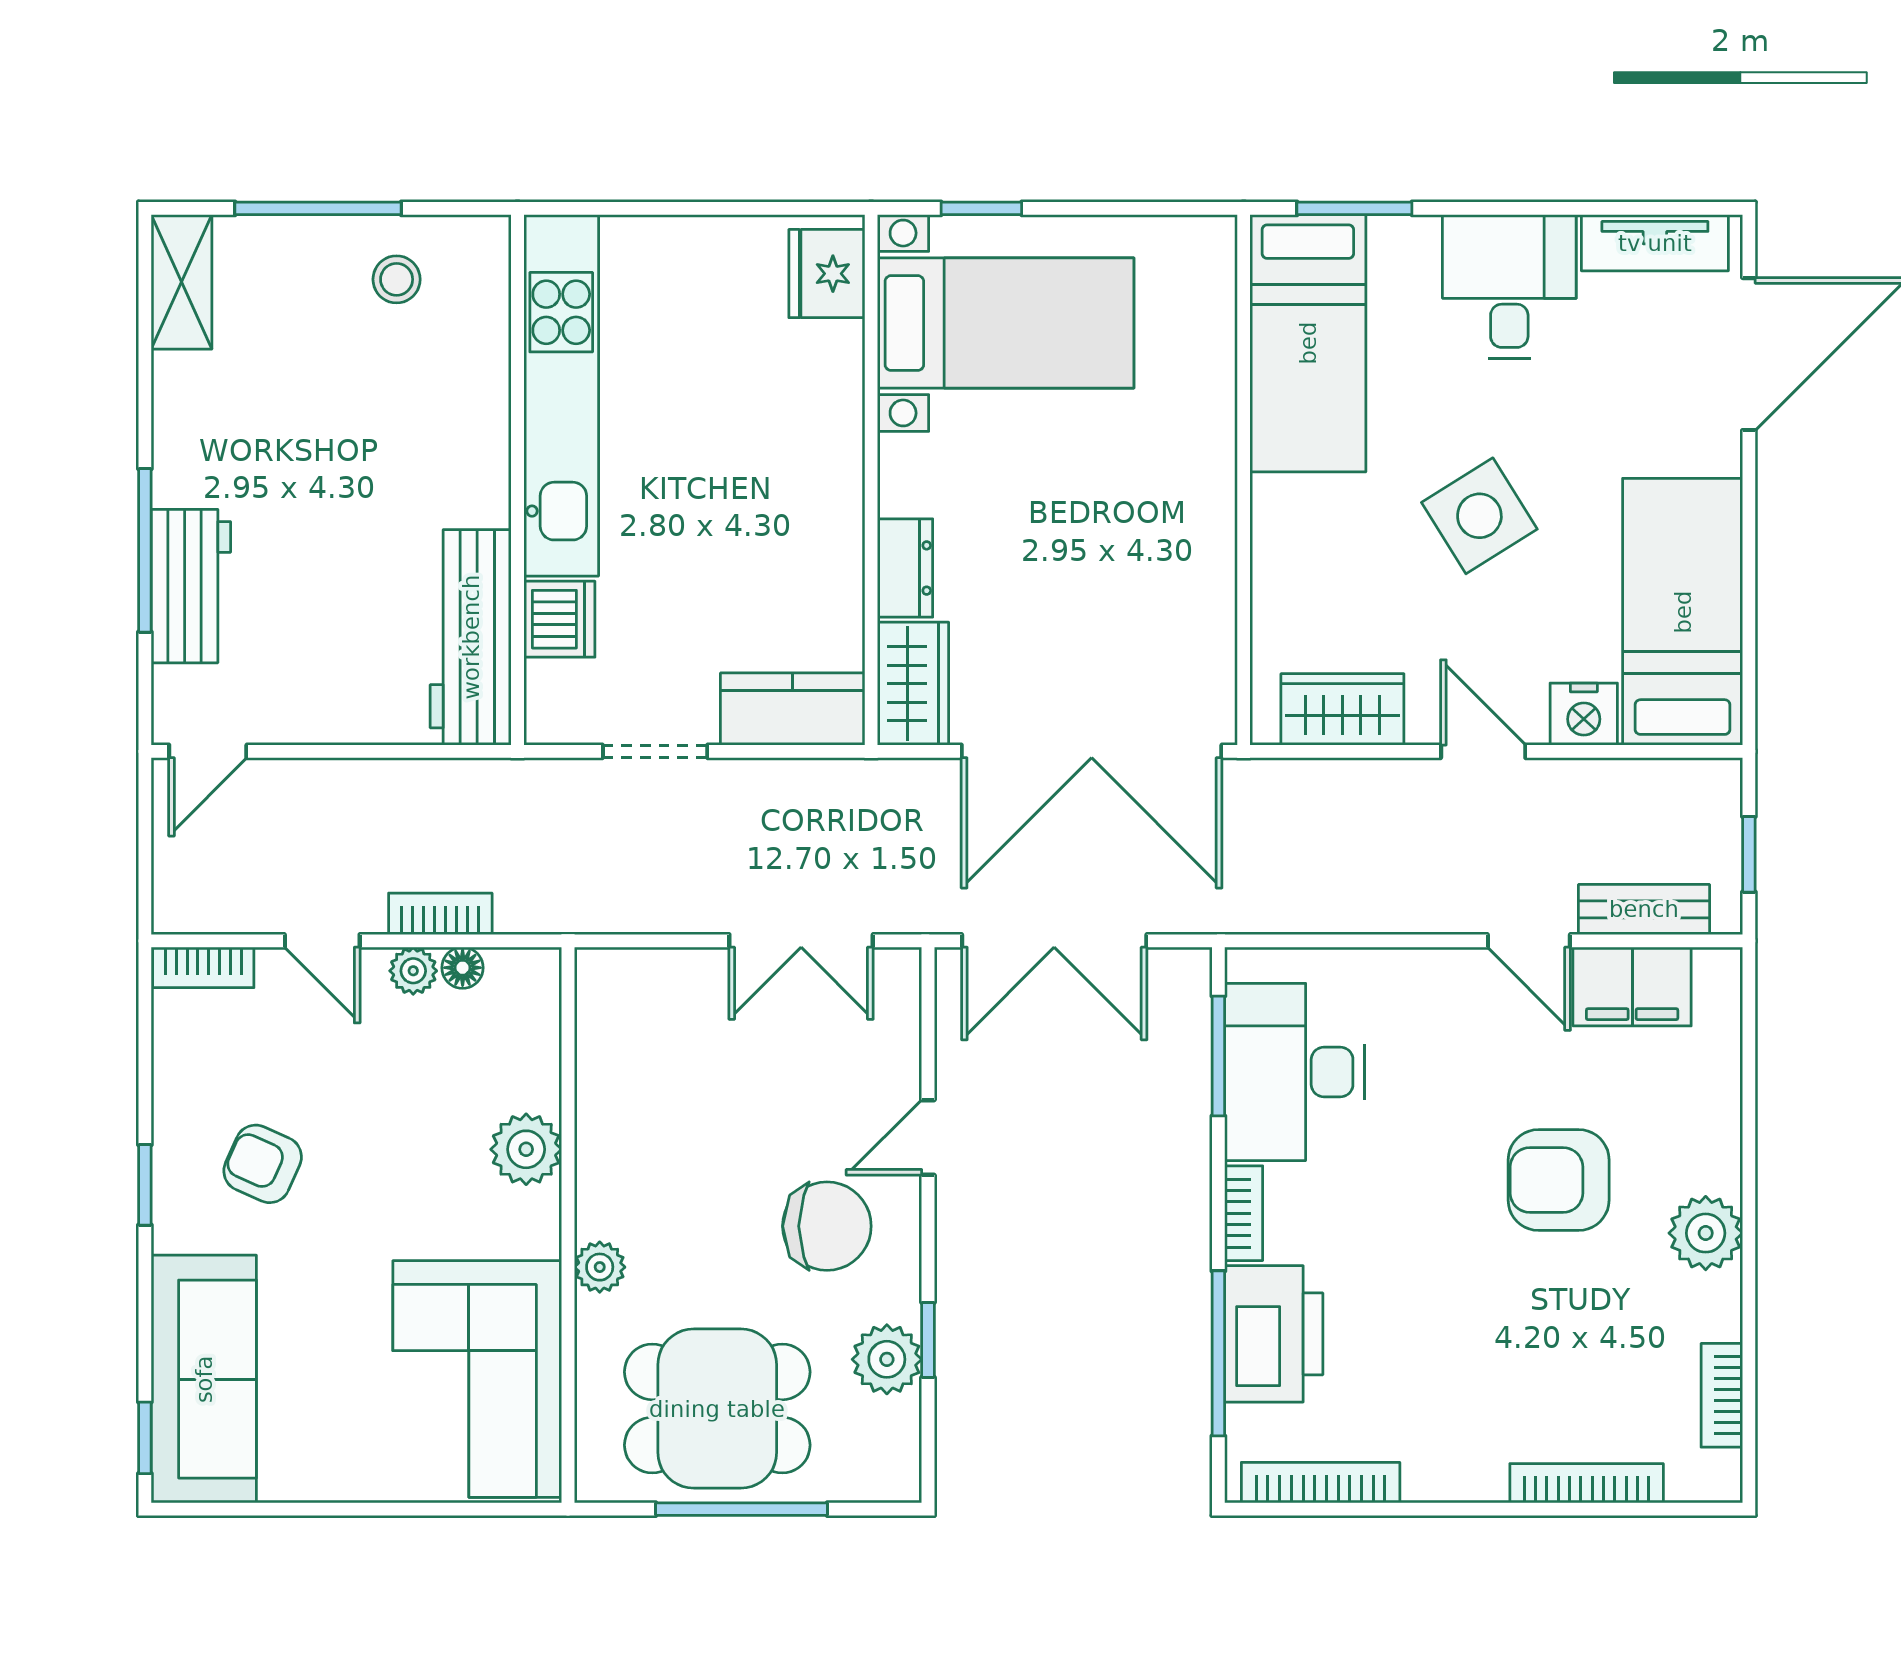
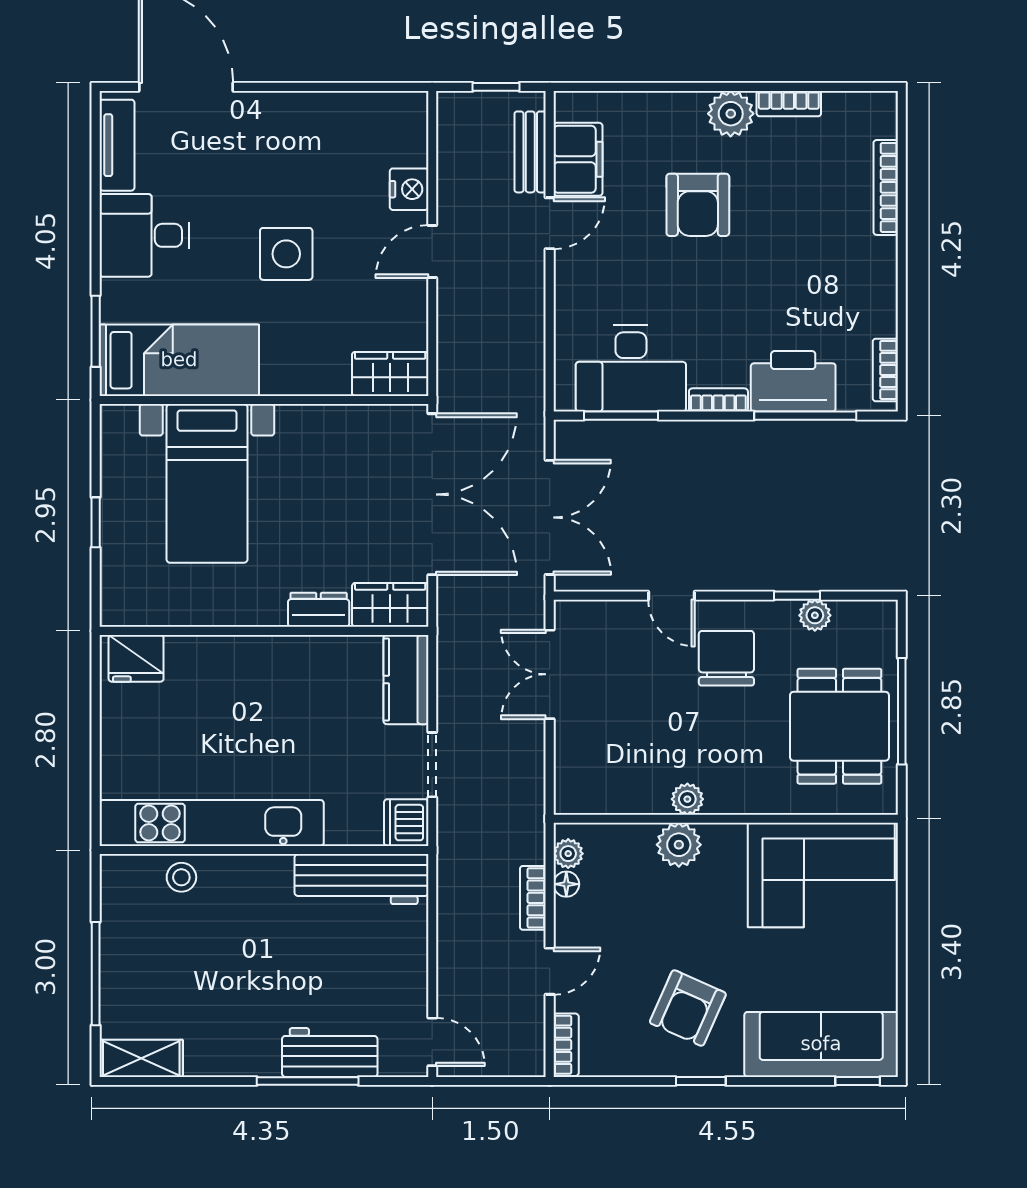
window: (981, 208) -> (96, 522), moved
stool: (397, 279) -> (181, 877), moved
bed with nightstands: (1006, 323) -> (207, 483), moved, turned 180
side table: (1479, 516) -> (286, 254), turned 32
bed: (1683, 612) -> (346, 128), removed
dishwasher: (559, 619) -> (406, 823), moved, turned -90
wardrobe: (1342, 709) -> (390, 374), moved, turned 90
double door: (801, 941) -> (550, 674), swing flipped
plant: (413, 971) -> (568, 854), moved
armchair: (263, 1164) -> (688, 1008), width x1.38, depth x1.38
plant: (600, 1267) -> (687, 799), moved
plant: (887, 1359) -> (815, 615), width x0.73, depth x0.73
bookcase: (1722, 1395) -> (789, 104), moved
bookcase: (1321, 1483) -> (885, 370), width x0.64

